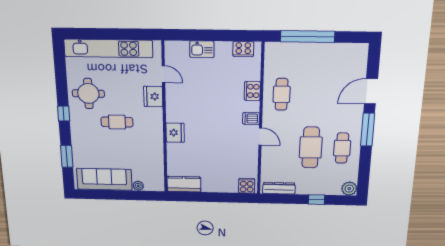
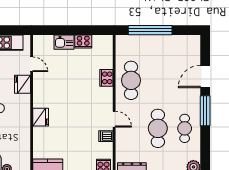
cooker: (243, 49) -> (83, 42), moved
cafe table: (282, 94) -> (131, 80), width x1.37, depth x1.35
dishwasher: (251, 118) -> (106, 136), moved

